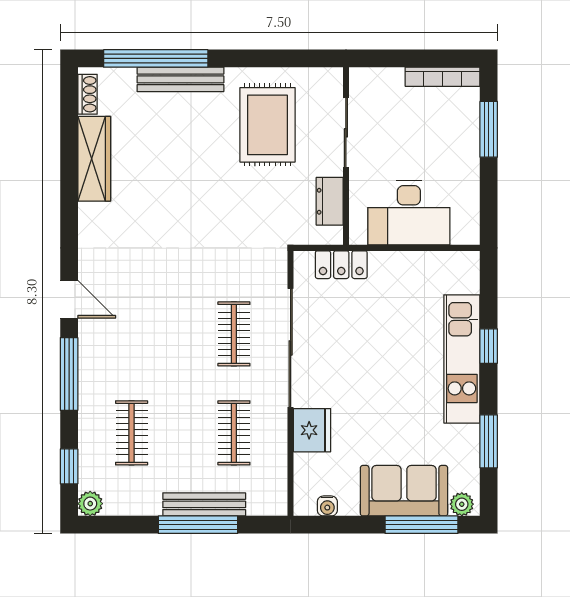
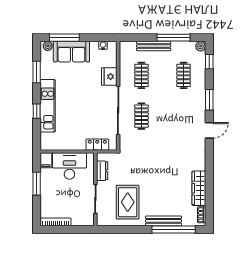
window: (489, 129) -> (37, 184), moved
filing cabinet: (466, 226) -> (46, 160), added
door: (69, 299) -> (209, 130), swing flipped
window: (69, 374) -> (209, 100), width x0.69
window: (198, 525) -> (174, 38), moved

